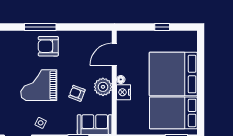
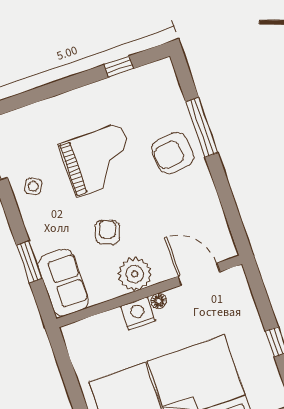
armchair: (48, 46) -> (173, 153), turned -96
grand piano: (39, 85) -> (98, 160), turned 90

